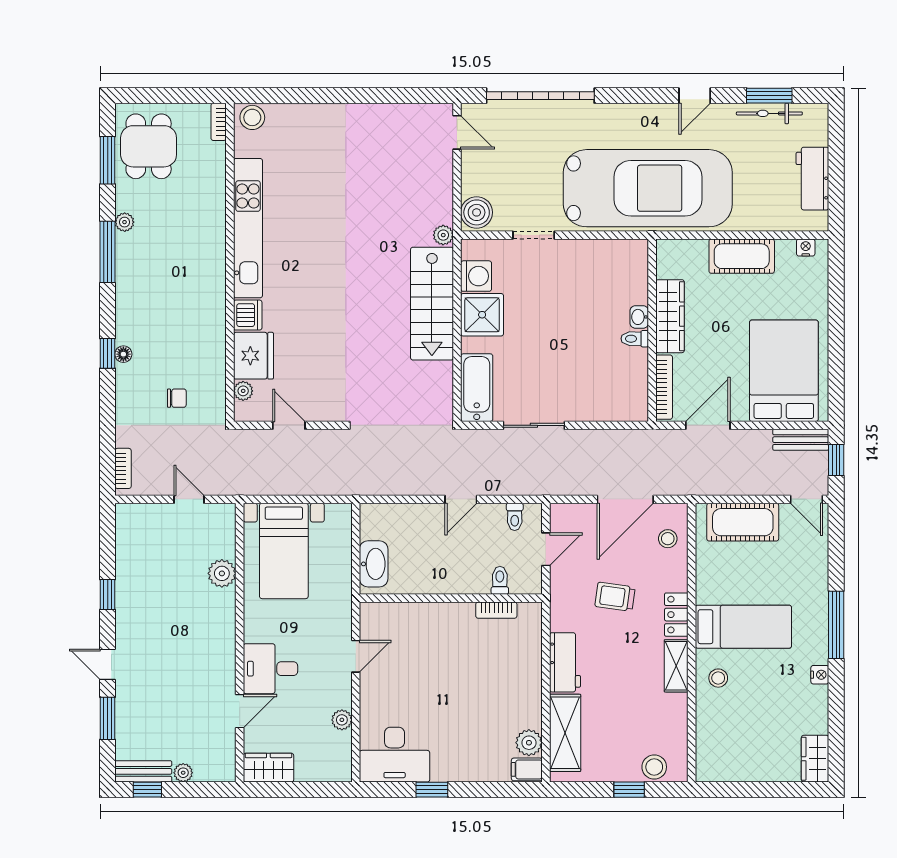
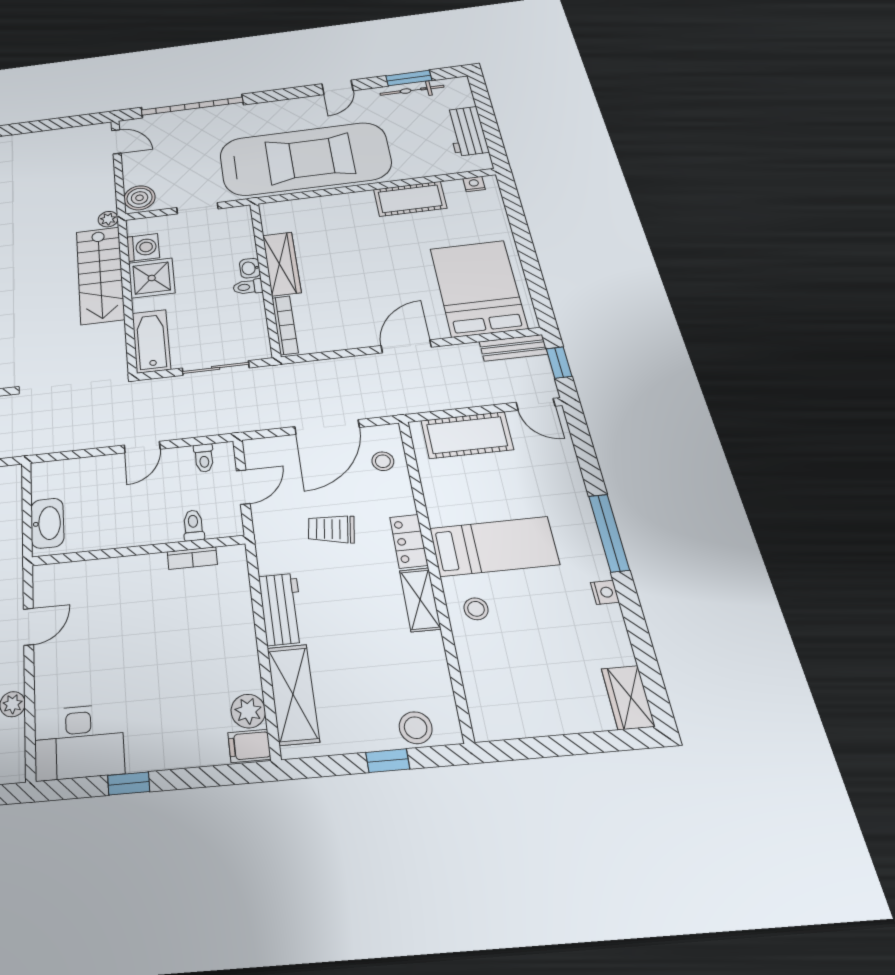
wardrobe: (670, 316) -> (282, 264), moved
washbasin: (639, 317) -> (250, 268), moved
wall: (652, 330) -> (265, 278), moved
toilet: (635, 339) -> (248, 287), moved
bookcase: (664, 387) -> (285, 325), moved

